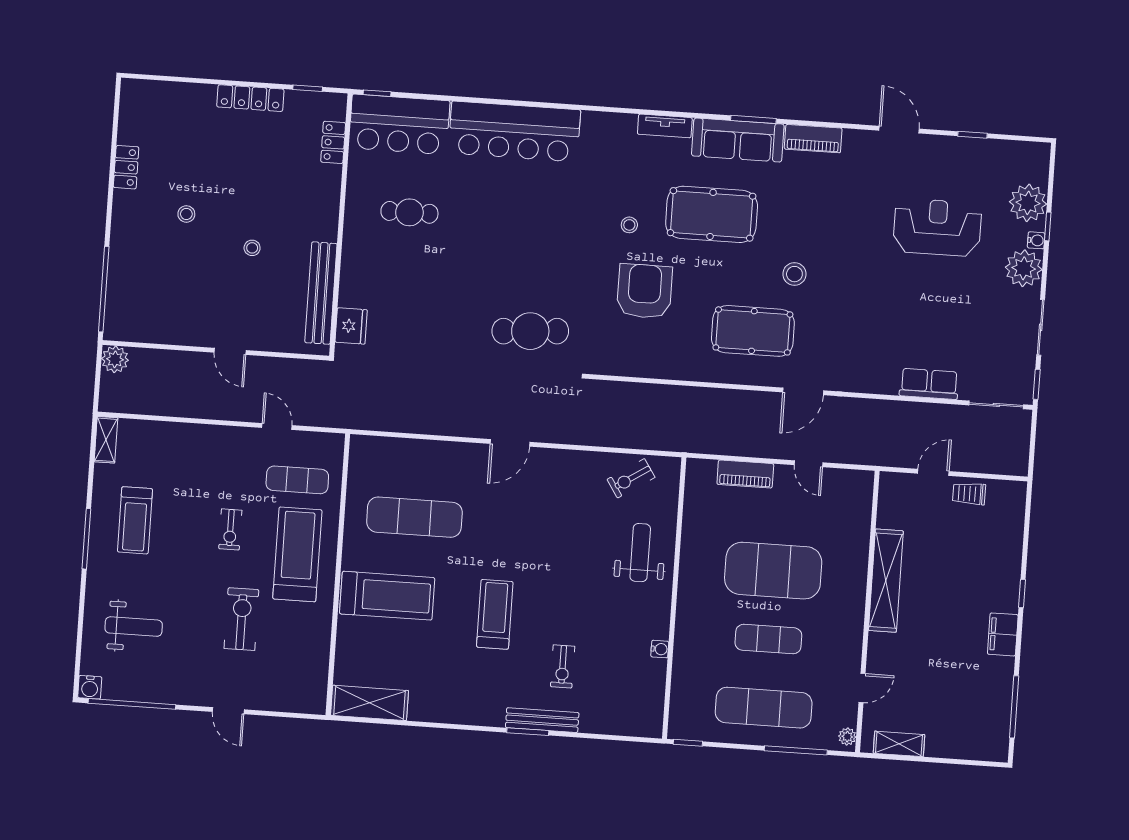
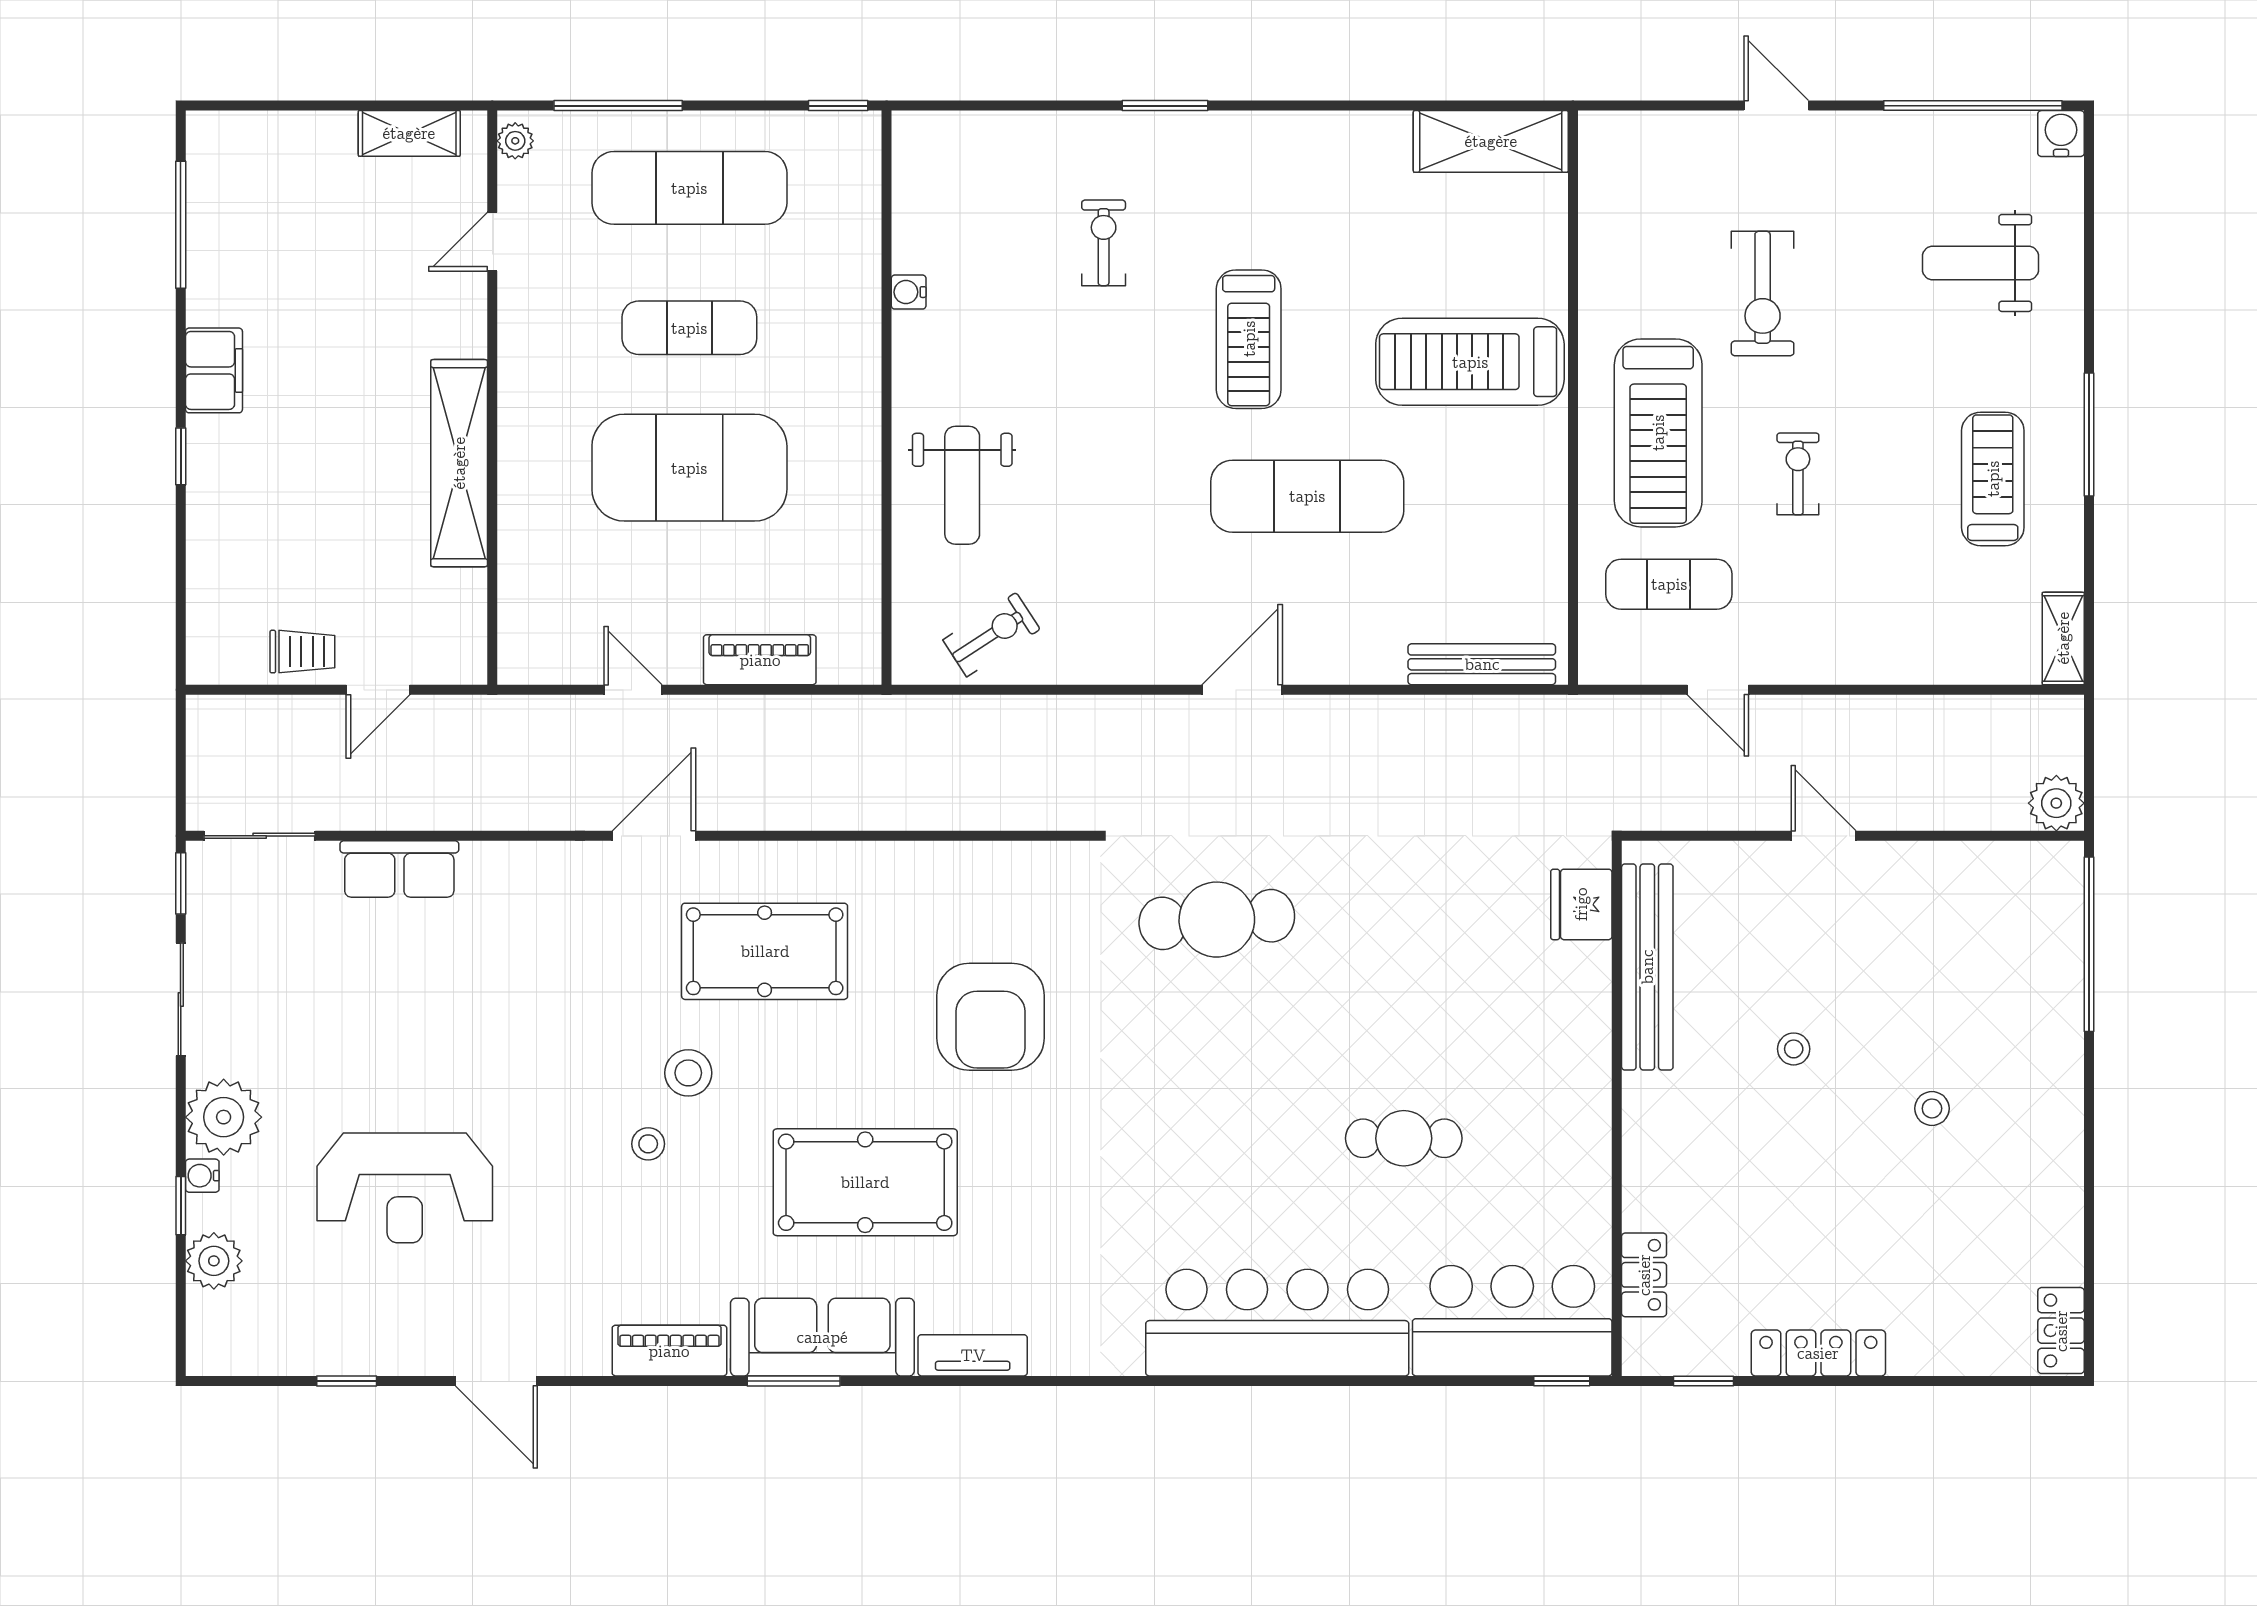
locker: (126, 167) -> (2061, 1331), moved
plant: (1028, 203) -> (214, 1261), width x0.73, depth x0.73
cafe table: (409, 212) -> (1404, 1138), moved
stool: (629, 225) -> (648, 1144), moved
exercise mat: (414, 517) -> (1307, 496), moved
bench: (542, 720) -> (1482, 664), moved

